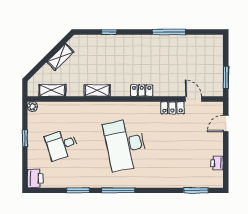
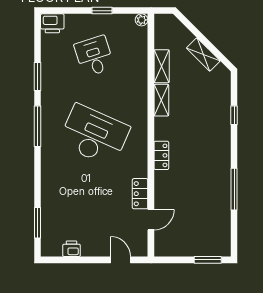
window: (226, 77) -> (208, 260), moved
shelving: (52, 90) -> (162, 66), moved
desk: (125, 145) -> (94, 135), turned 36

